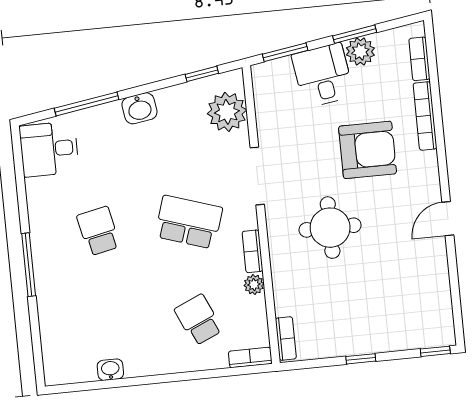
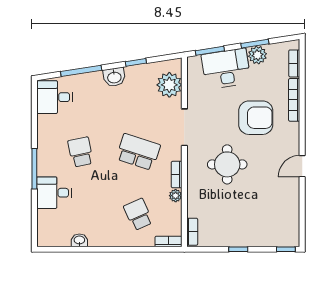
window: (202, 74) -> (136, 62), moved
desk: (323, 75) -> (226, 69), width x1.37
desk: (63, 299) -> (54, 193), added

